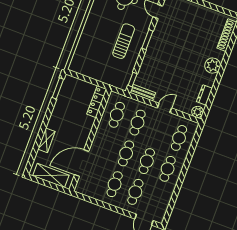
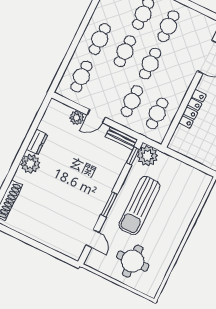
sun lounger: (124, 41) -> (139, 205), width x1.36, depth x1.34
plant: (121, 81) -> (147, 156), added
dresser: (204, 95) -> (37, 142), moved
locker: (97, 102) -> (192, 109), moved
plant: (198, 112) -> (77, 118), moved

